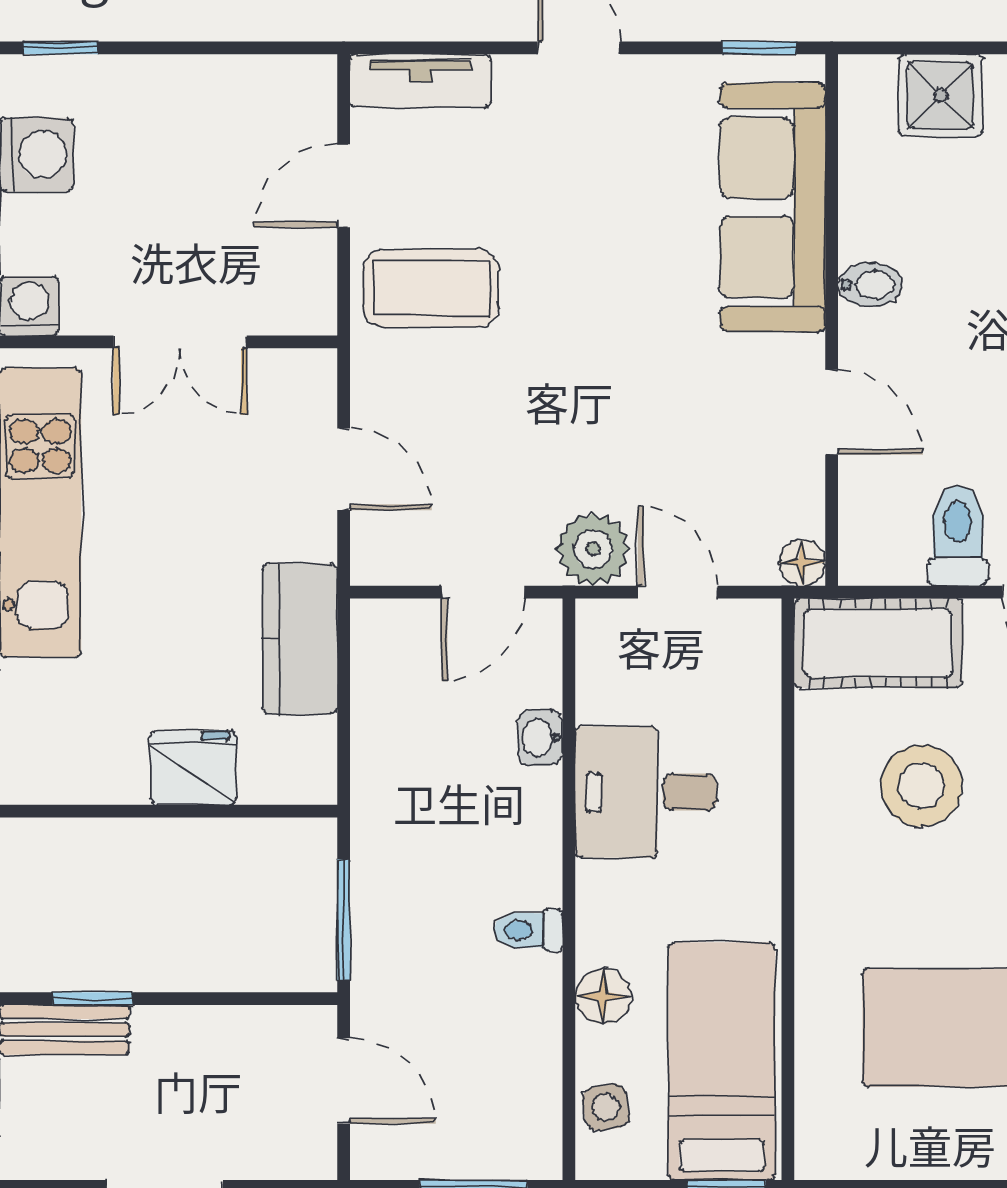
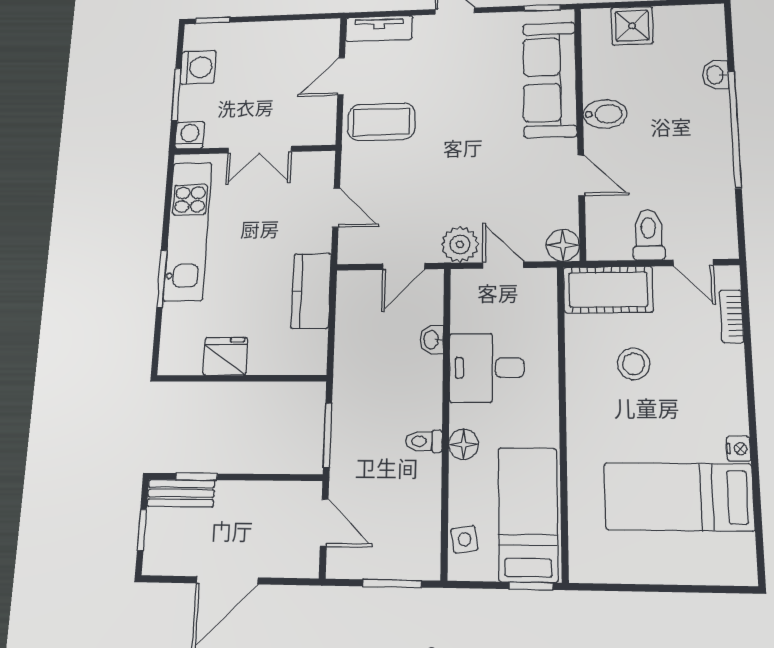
bidet: (870, 285) -> (605, 114), width x1.38, depth x1.36
floor lamp: (802, 563) -> (563, 245), width x1.37, depth x1.37
fridge: (193, 768) -> (225, 356), moved
stool: (921, 786) -> (634, 364), width x0.73, depth x0.73
floor lamp: (603, 996) -> (464, 444), moved

